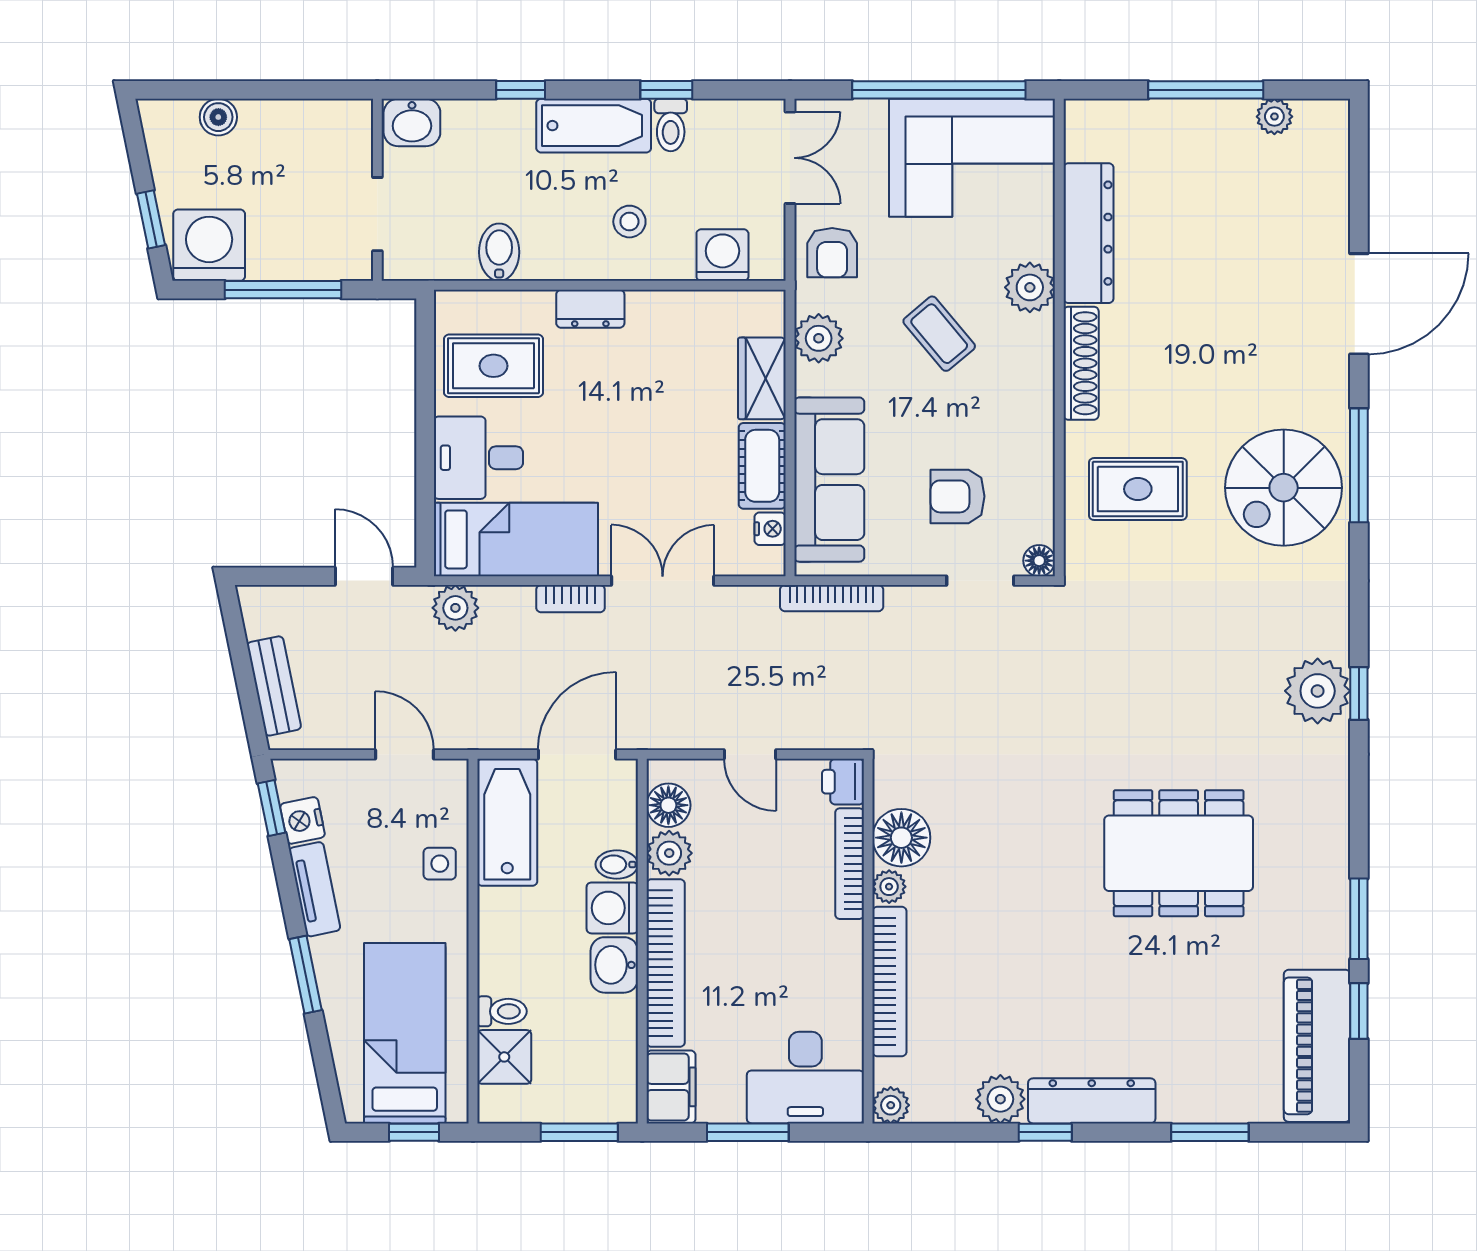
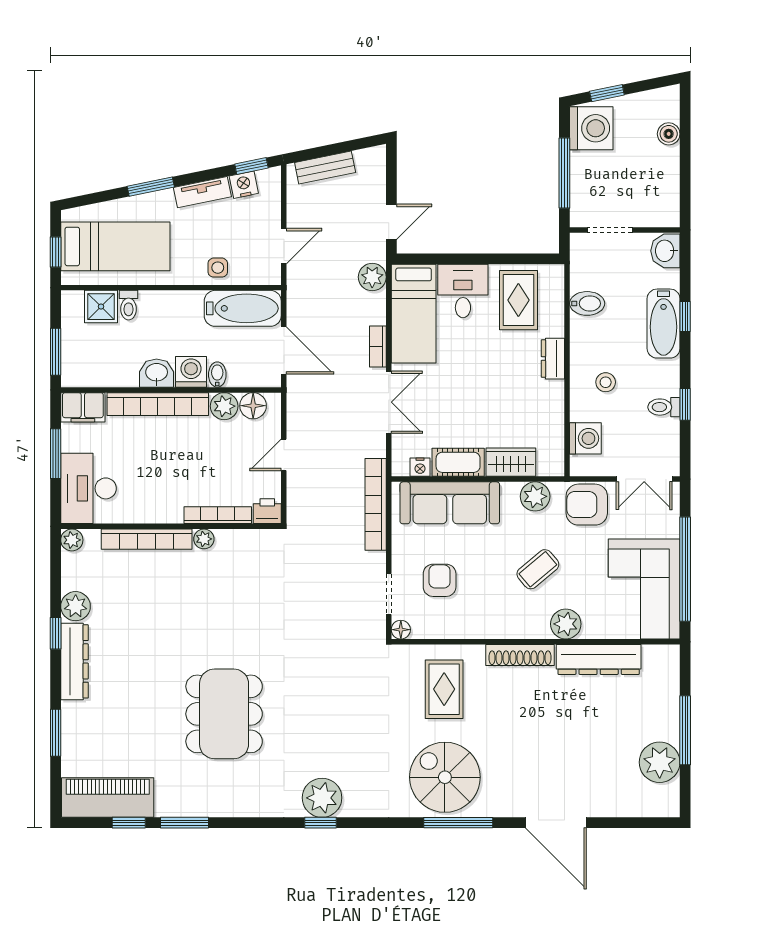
plant: (1274, 117) -> (660, 762), width x1.88, depth x1.88
bathtub: (594, 126) -> (664, 324), moved
armchair: (832, 253) -> (587, 505), width x1.38, depth x1.38
bookcase: (832, 598) -> (376, 504), width x1.48, depth x1.31
floor lamp: (901, 838) -> (233, 546), removed

